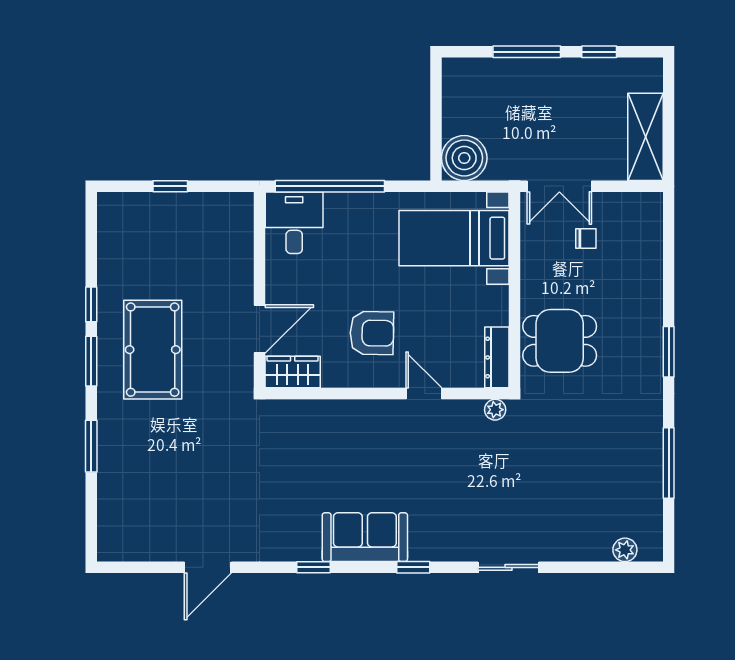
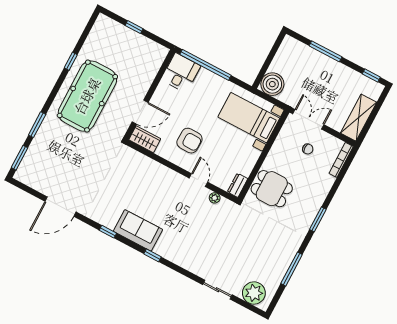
window: (599, 52) -> (371, 76), moved
double door: (559, 186) -> (308, 119), swing flipped
bookcase: (654, 227) -> (341, 160), added
pool table: (153, 350) -> (87, 96), width x1.36, depth x1.32
dresser: (497, 357) -> (238, 185), width x0.70
window: (91, 361) -> (20, 158), moved
plant: (495, 410) -> (215, 198), moved
plant: (625, 550) -> (254, 293), width x1.88, depth x1.88
door: (208, 567) -> (60, 207), width x1.36
sliding door: (508, 567) -> (217, 290), moved

